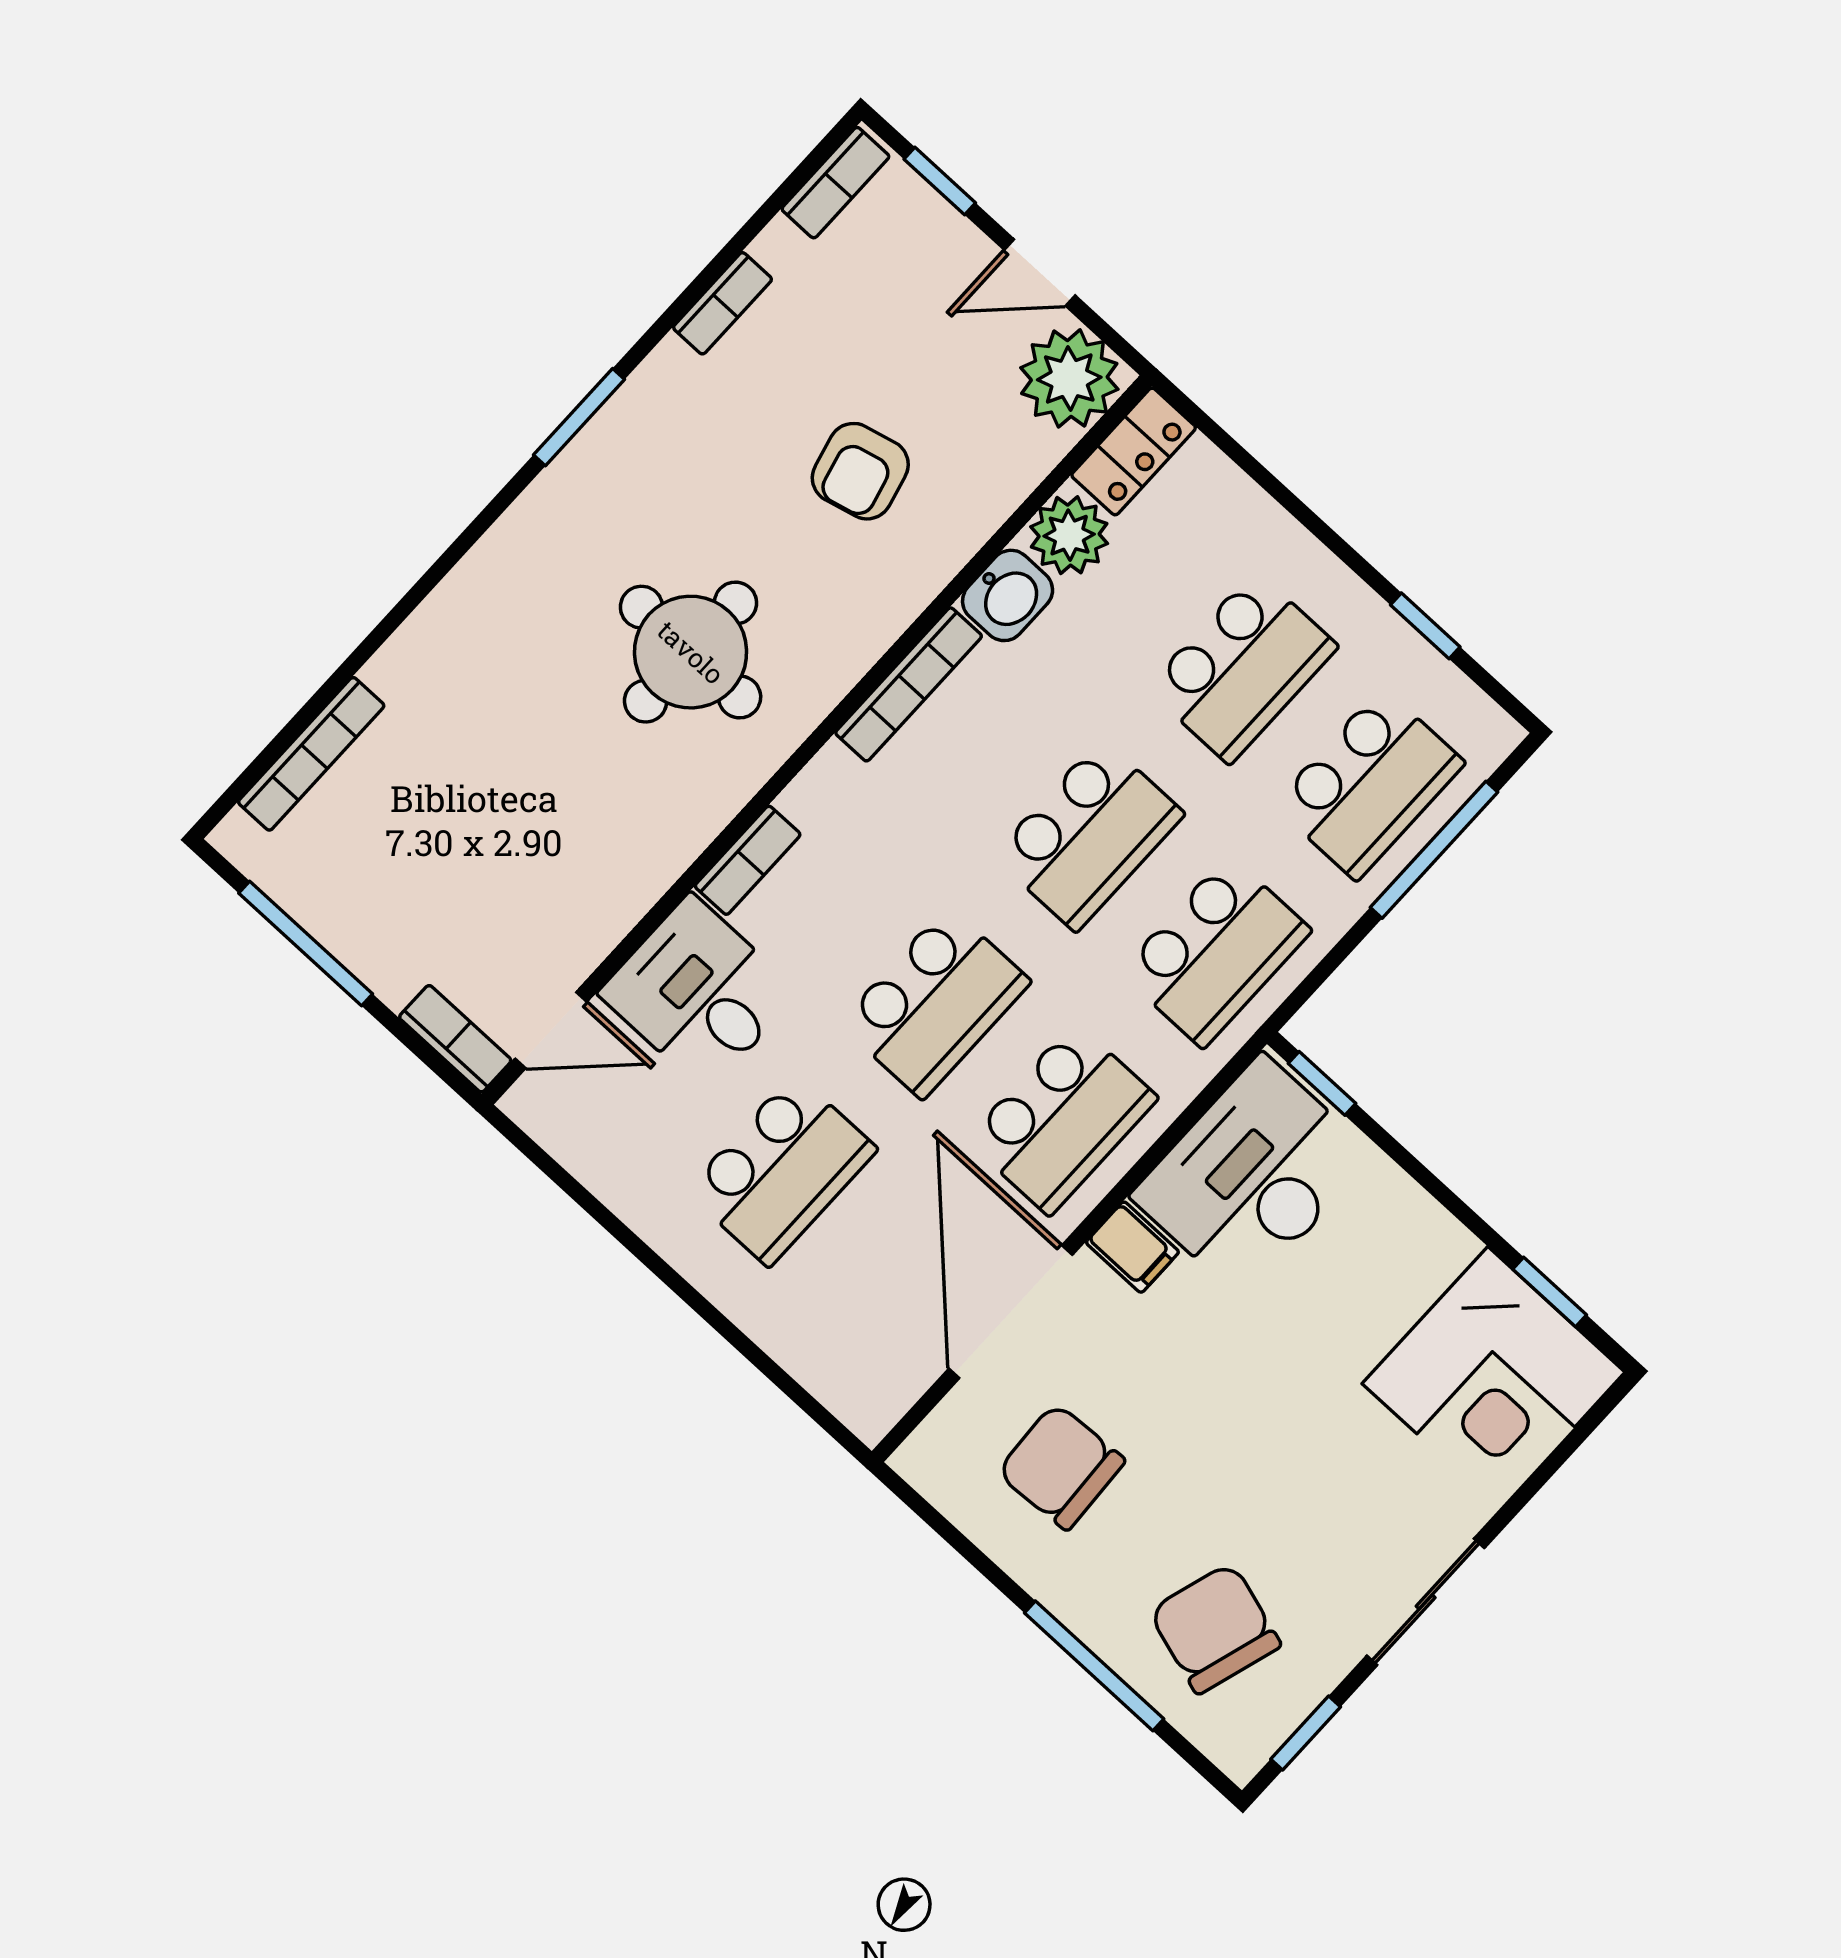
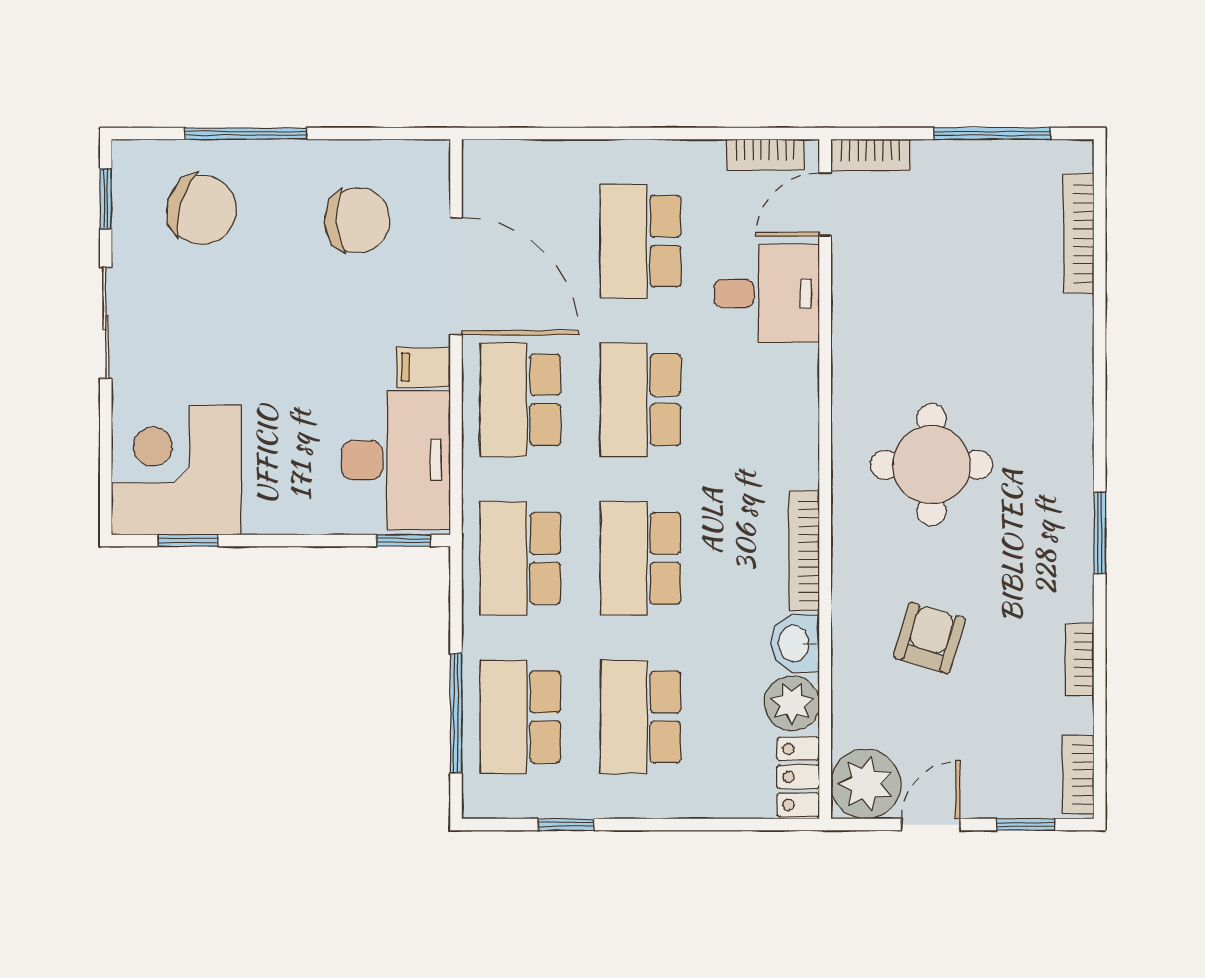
armchair: (860, 471) -> (929, 638), turned 31
bookcase: (748, 860) -> (765, 155), moved, turned -90

